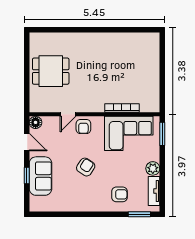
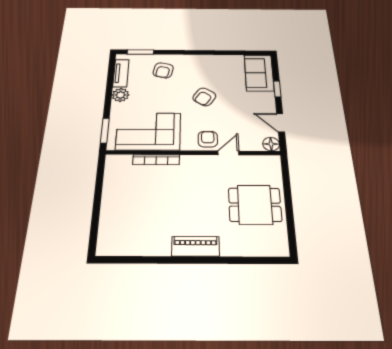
piano: (93, 39) -> (195, 246), added
sofa: (40, 176) -> (259, 73), moved
armchair: (119, 194) -> (163, 70), turned -78

